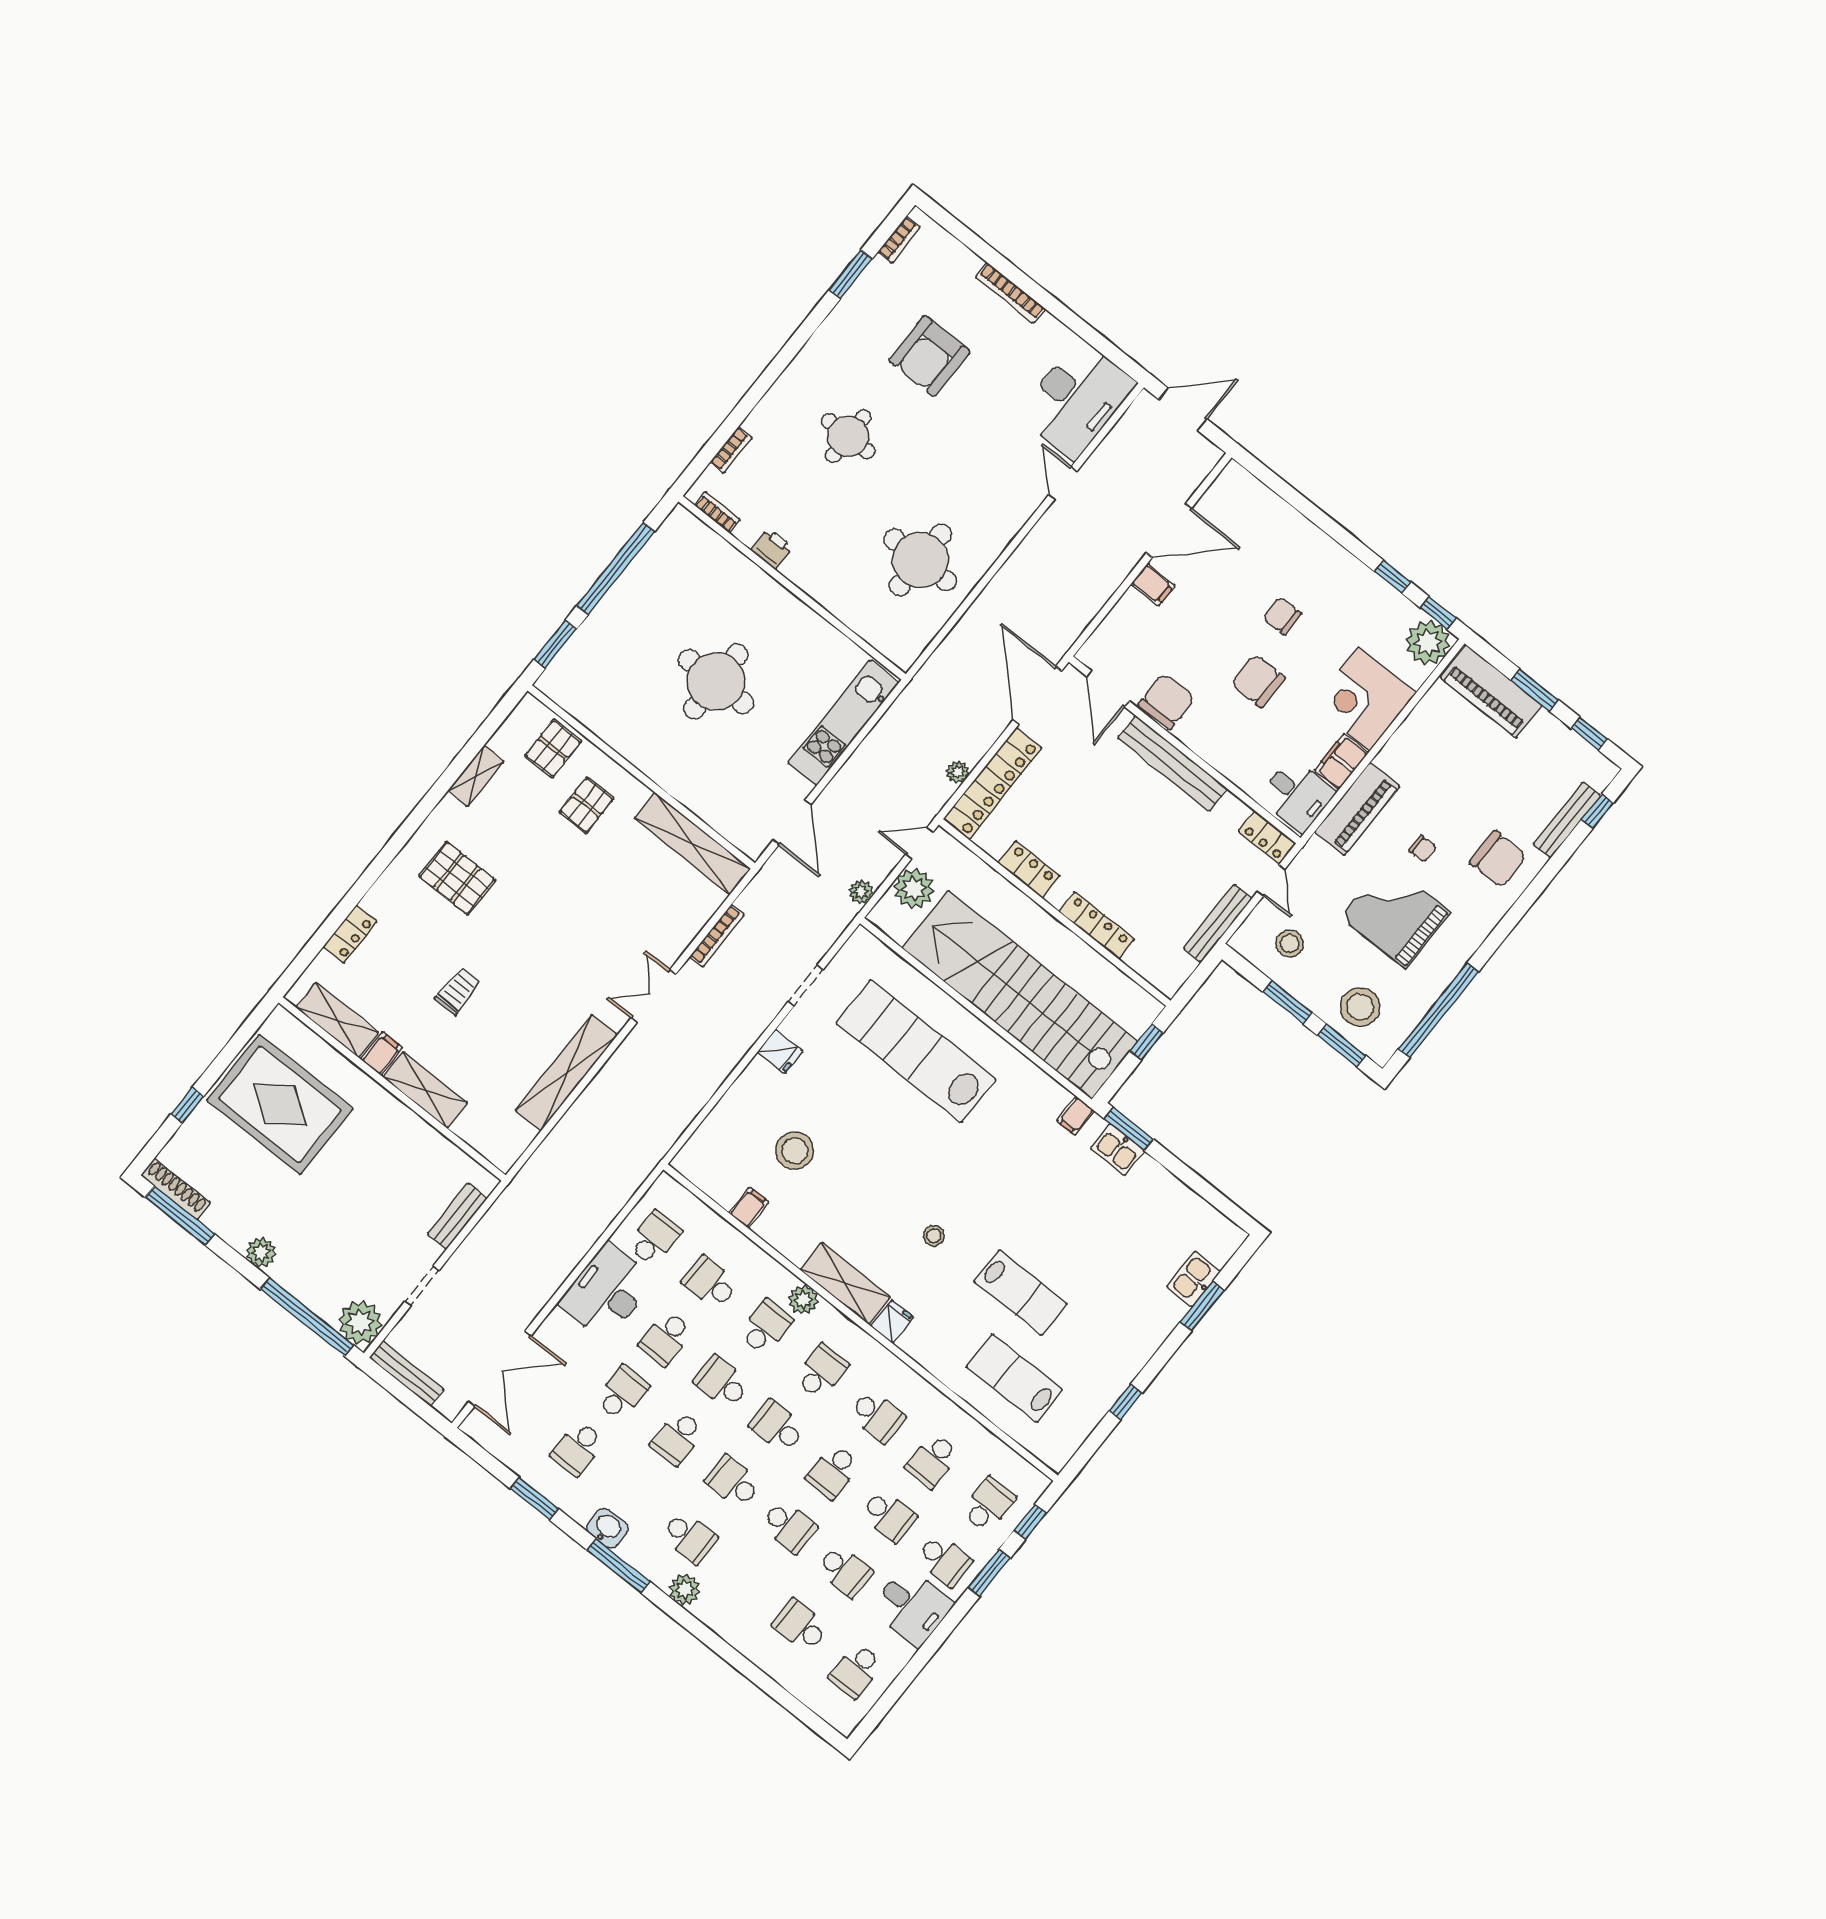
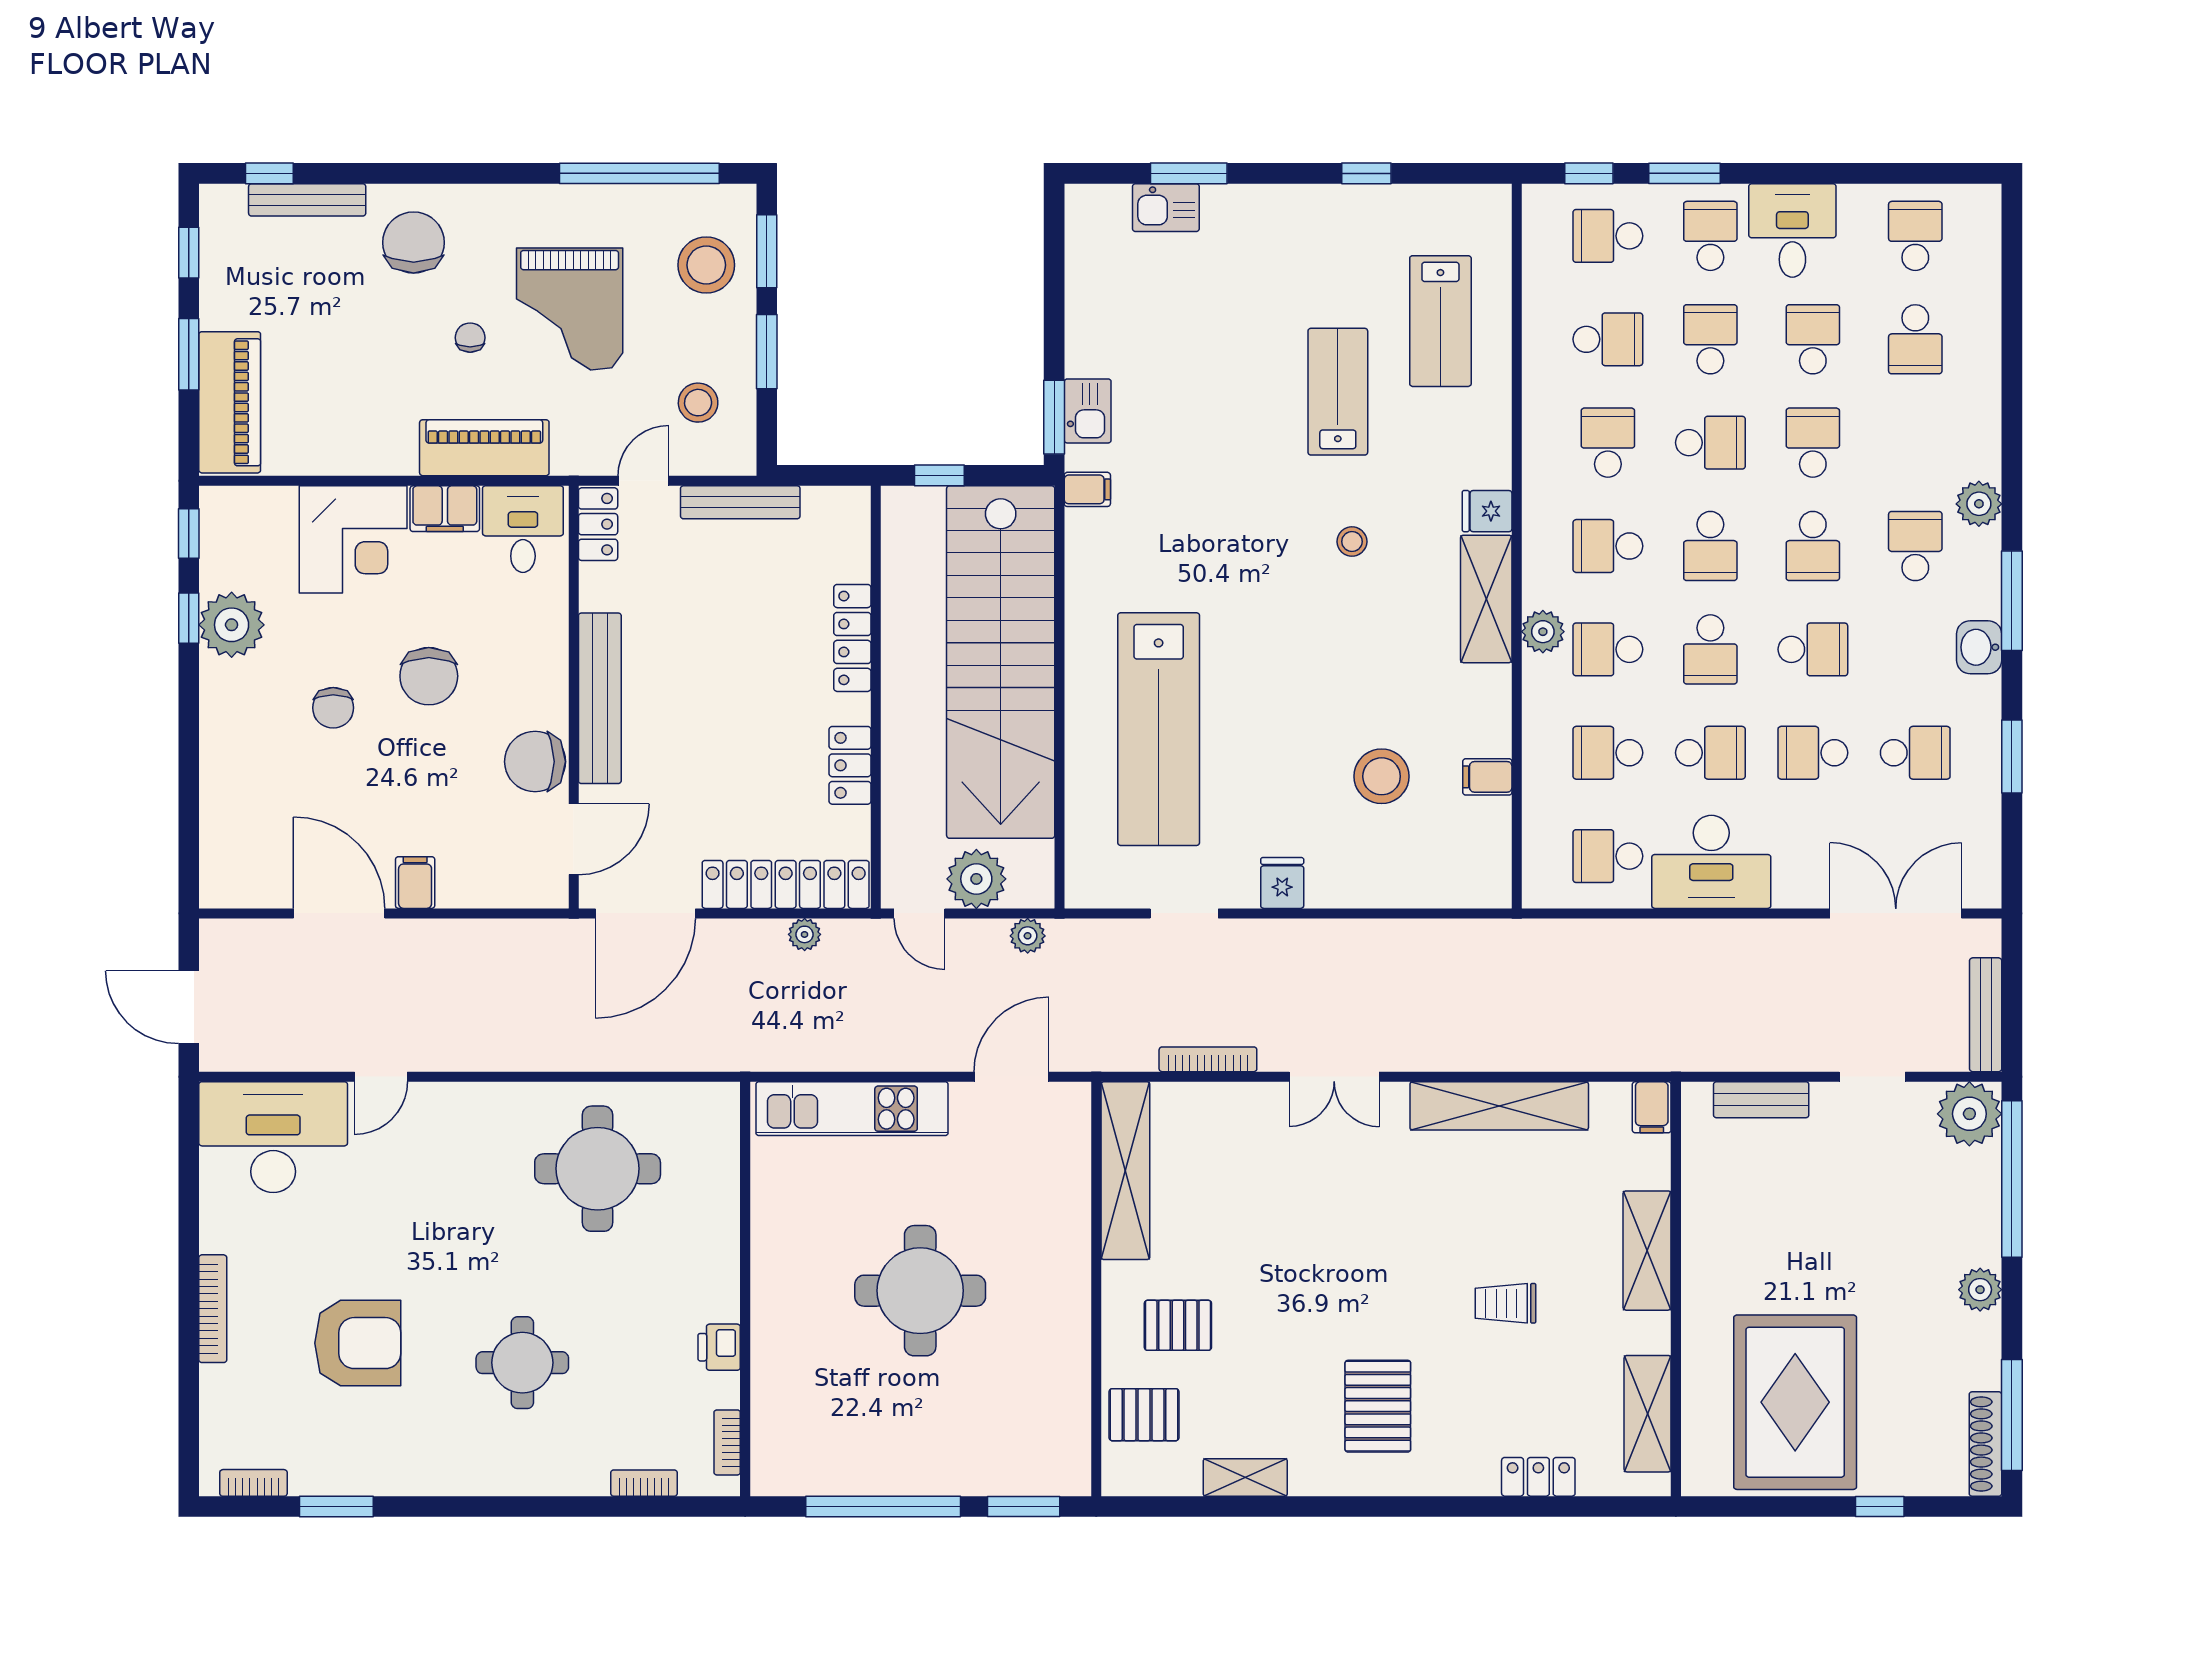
plant: (1428, 643) -> (232, 625), moved
filing cabinet: (382, 1054) -> (1652, 1107), moved, turned -90
school desk: (710, 1283) -> (1608, 753), turned 90
school desk: (856, 1670) -> (1915, 236), turned -90

